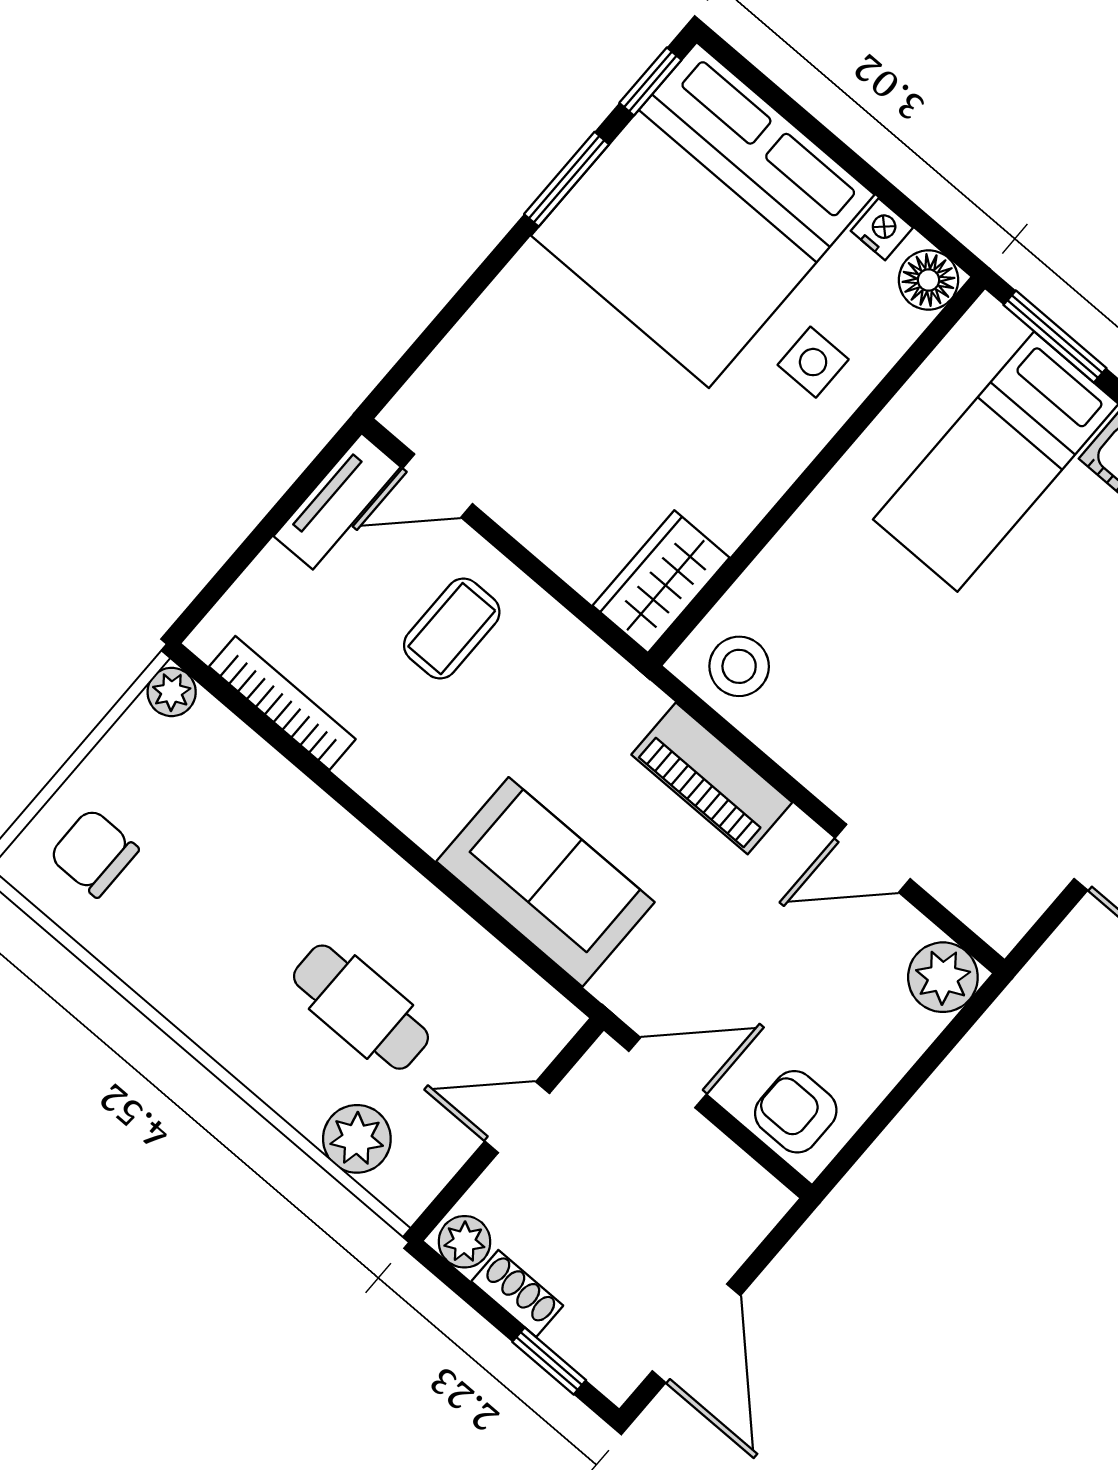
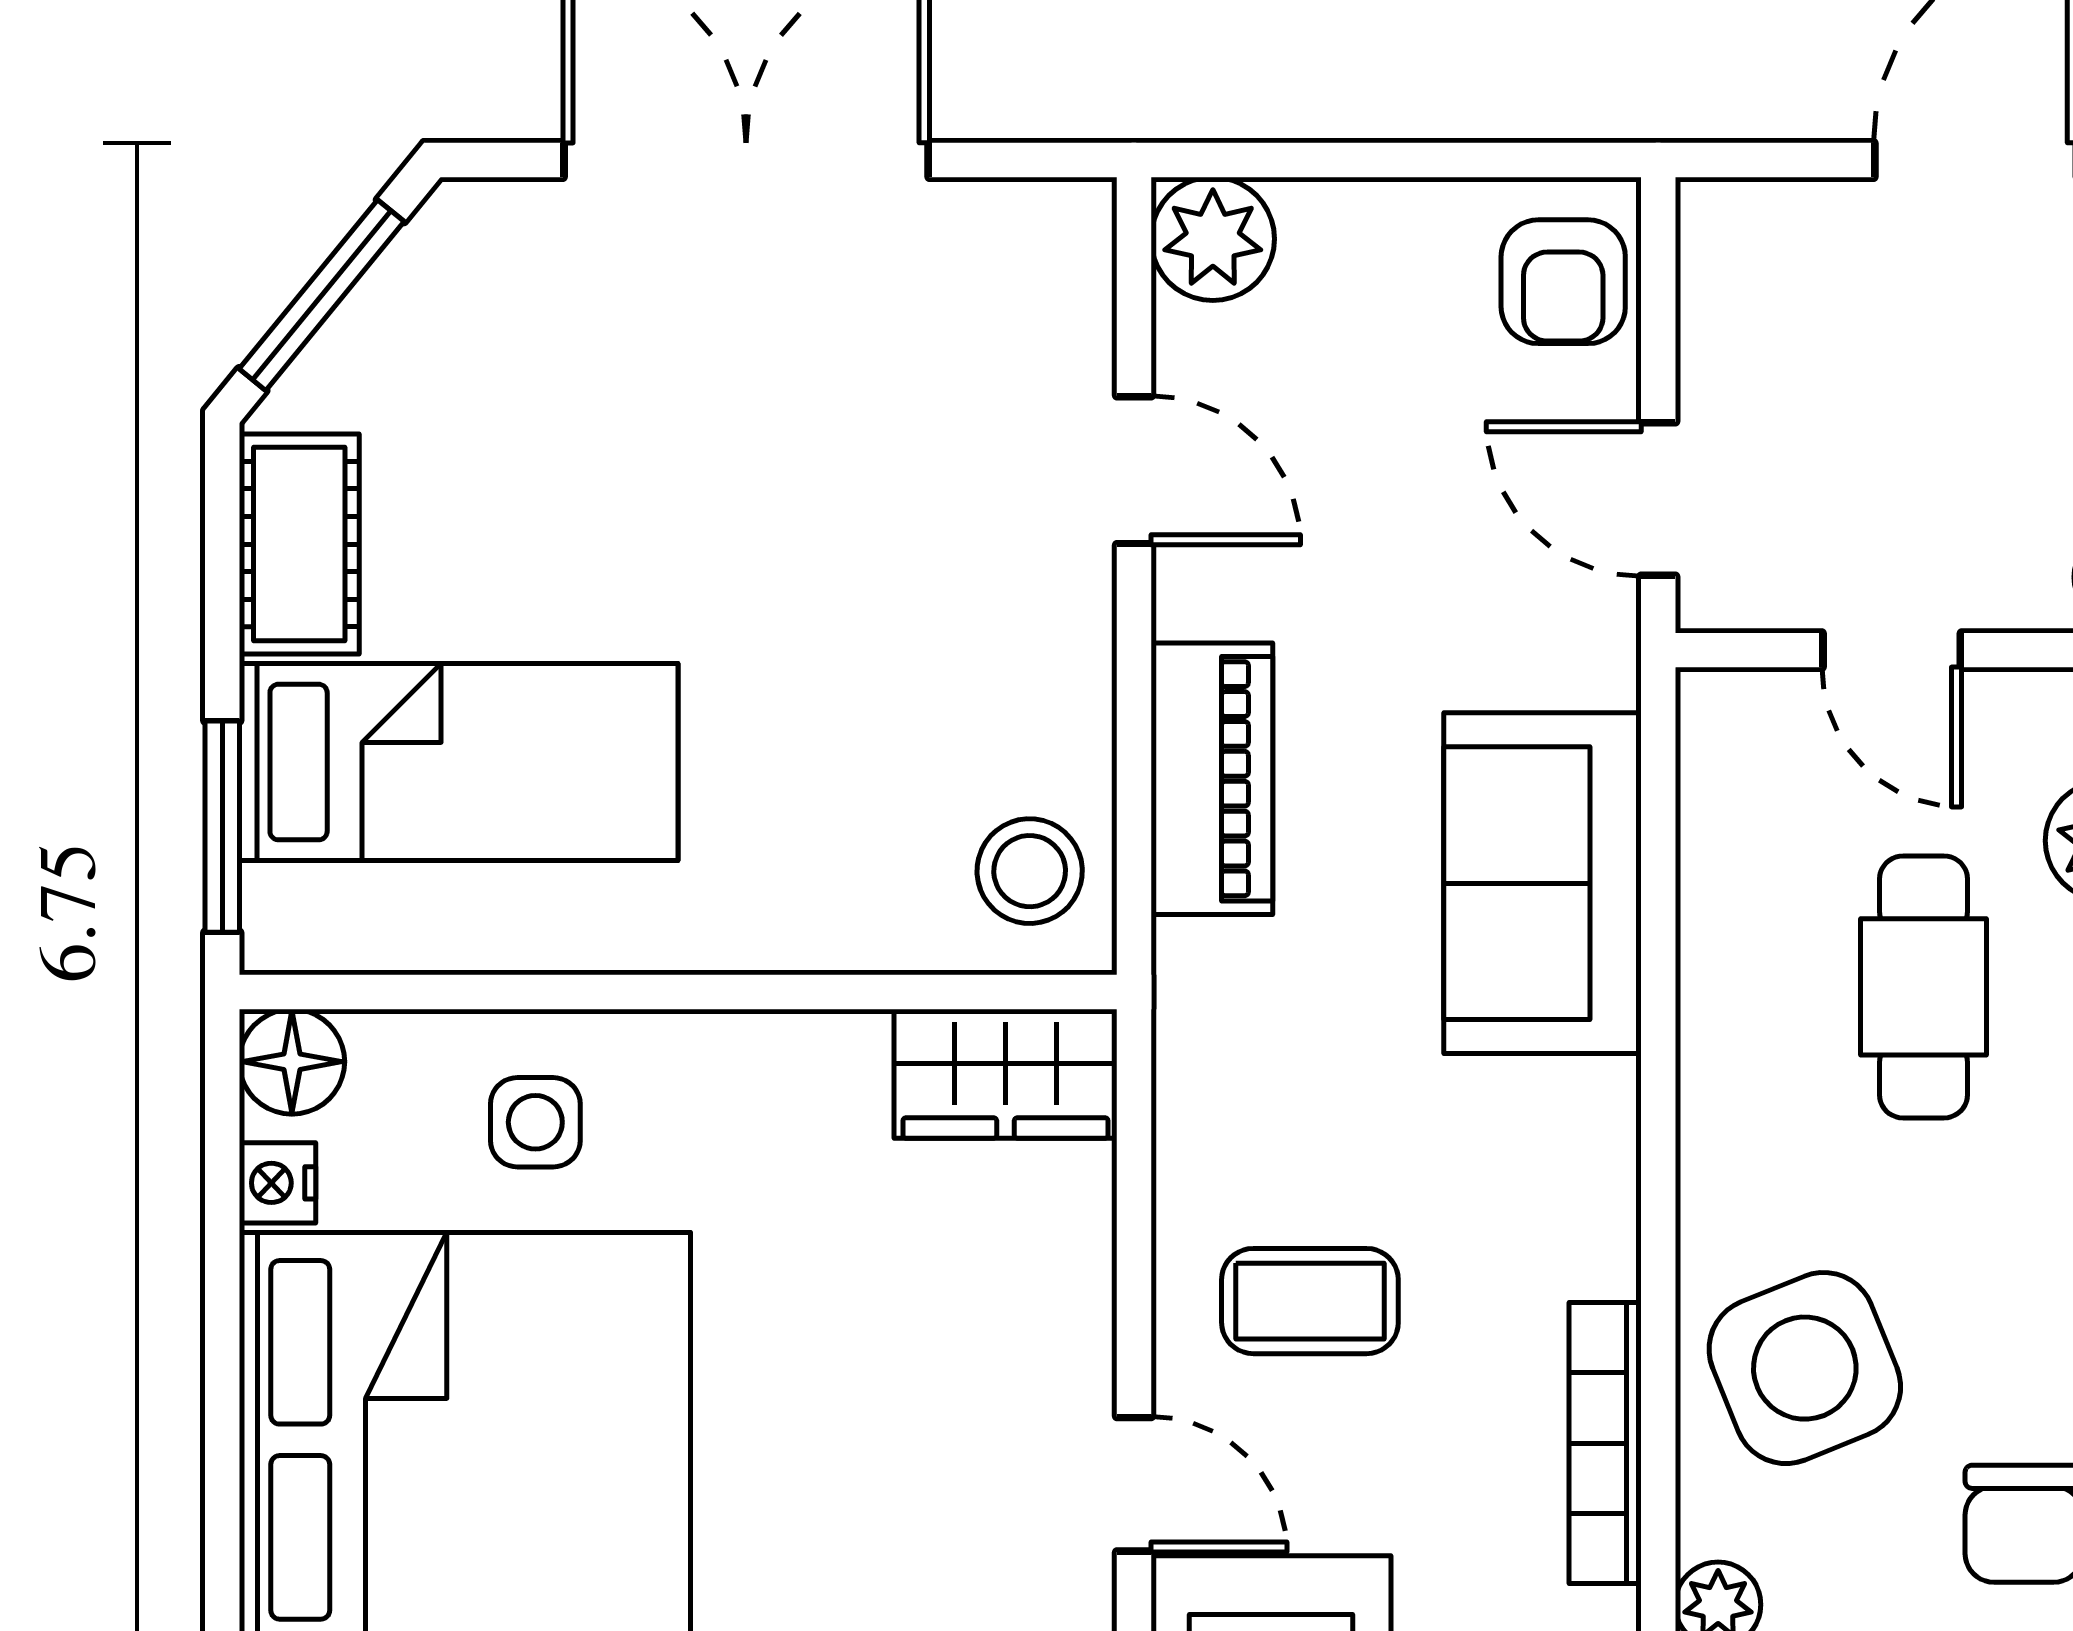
side table: (241, 816) -> (1805, 1368), added

